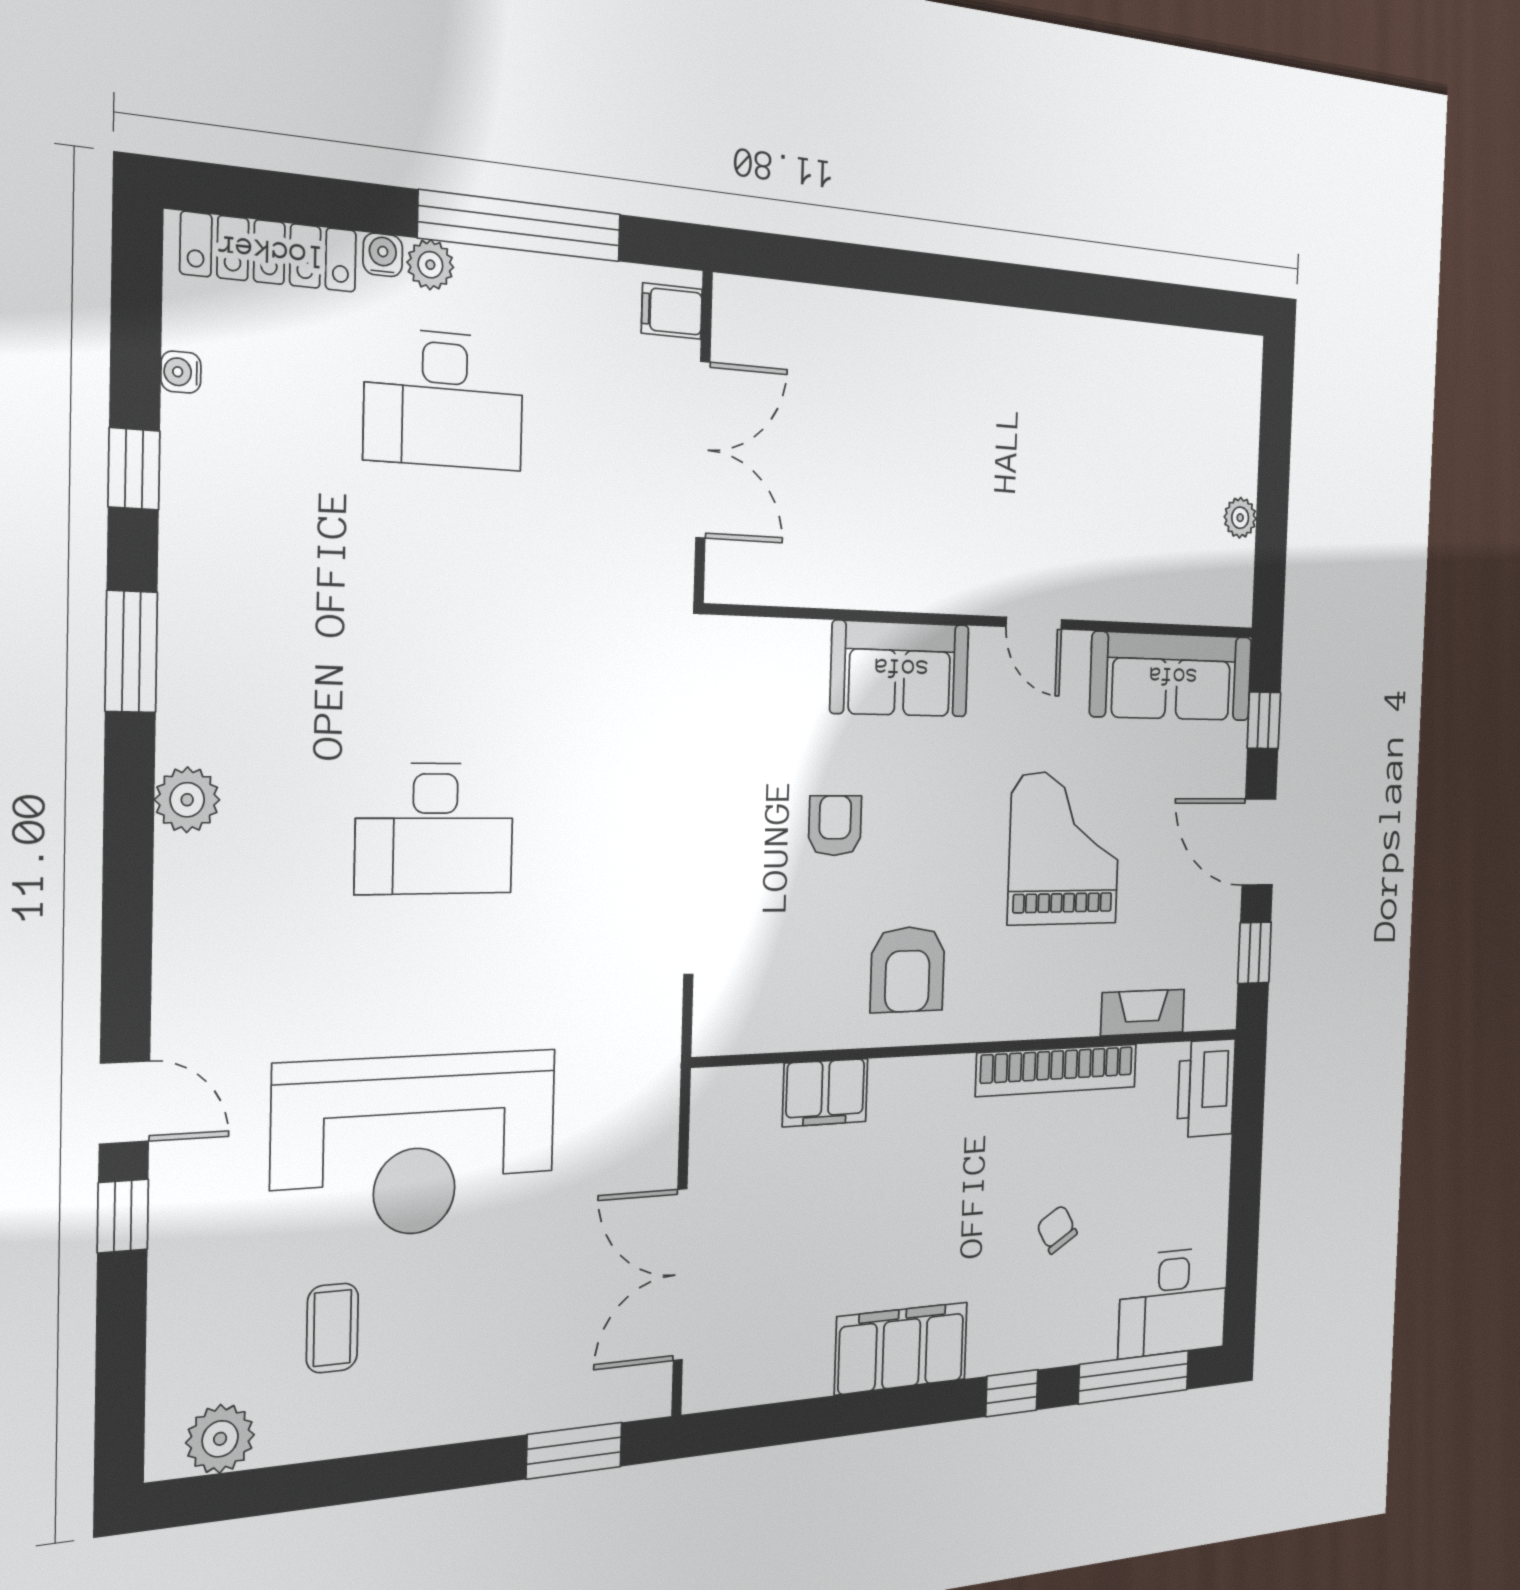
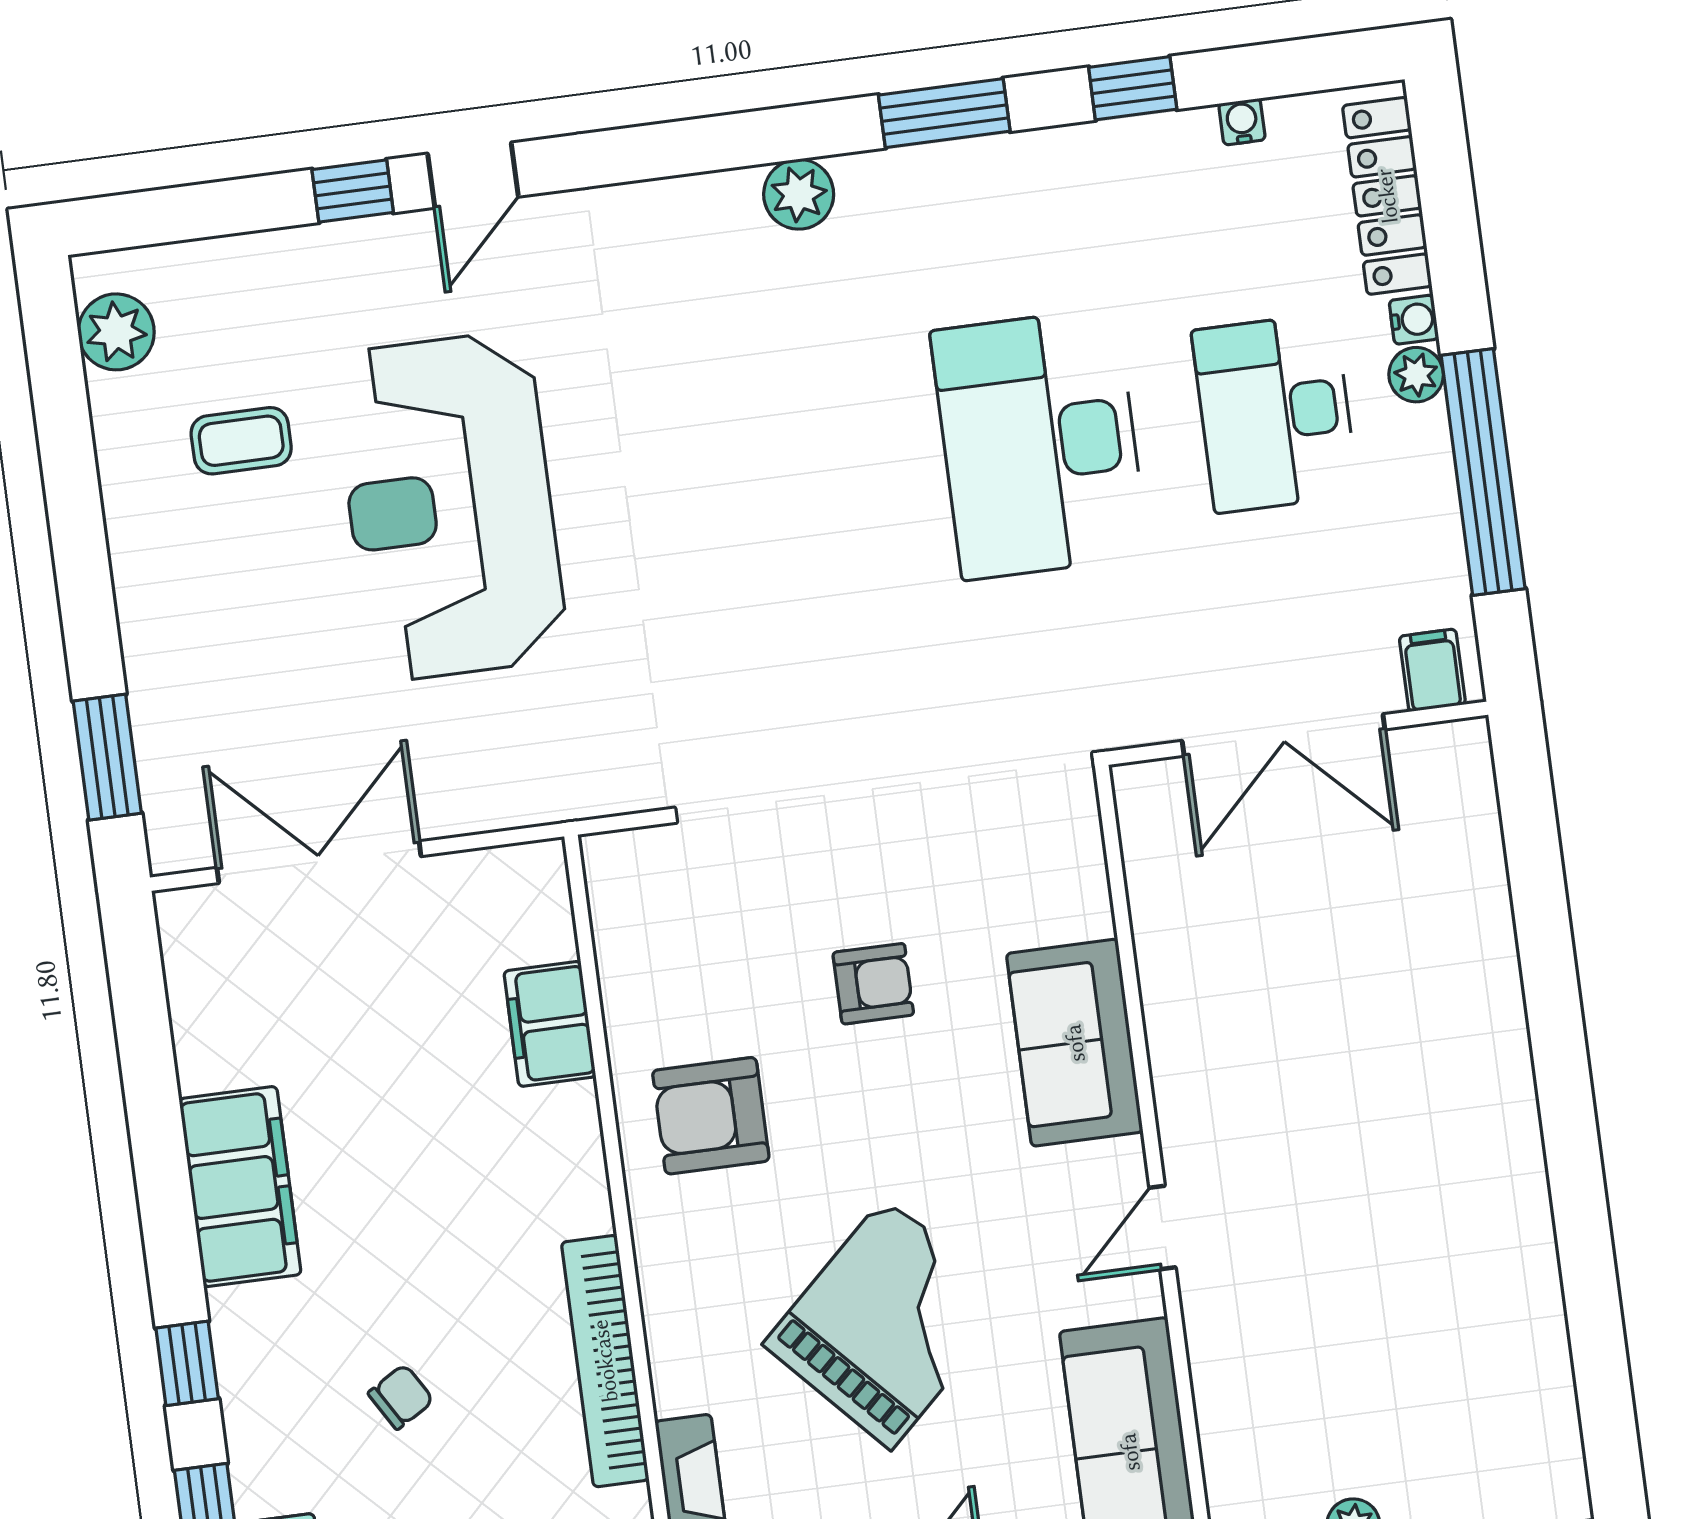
desk: (435, 829) -> (1039, 444), moved, width x1.36, depth x1.30
grand piano: (1065, 848) -> (888, 1323), turned -43

